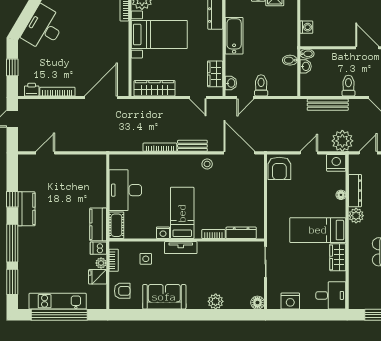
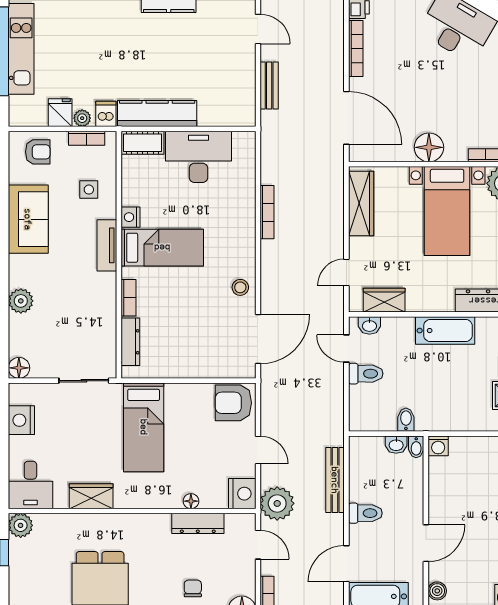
washing machine: (306, 27) -> (438, 446), moved
floor lamp: (119, 46) -> (429, 147), added
bench: (192, 146) -> (269, 85), moved
plant: (356, 216) -> (21, 525), moved
kitchen counter: (98, 224) -> (157, 113), width x1.50
bed: (318, 230) -> (144, 427), moved, turned 180
armchair: (122, 291) -> (38, 152), turned -90

